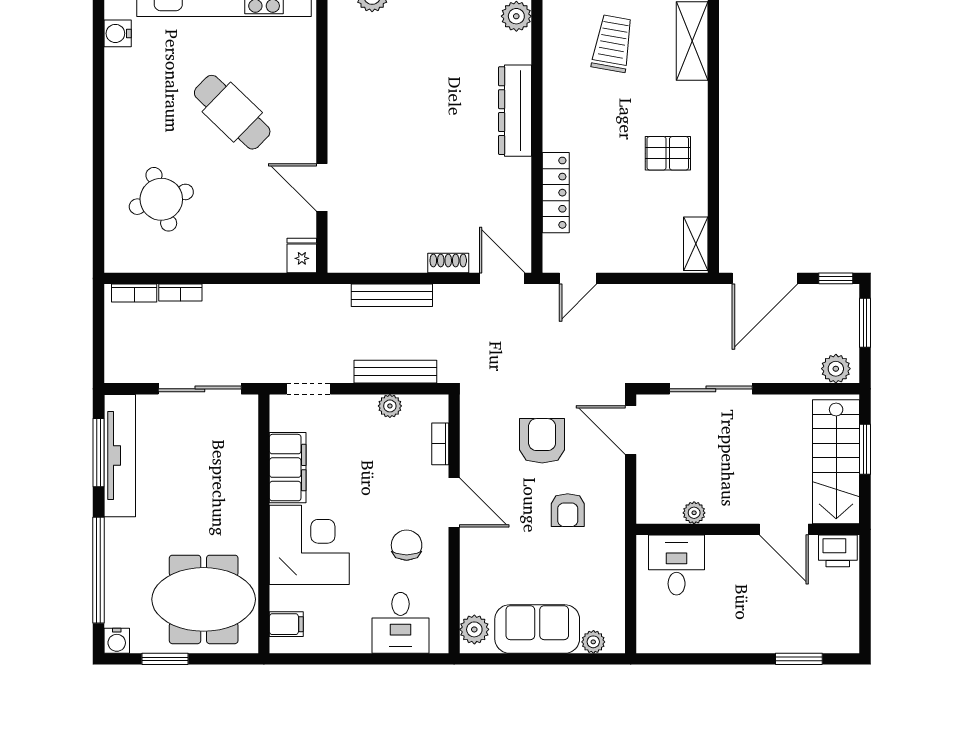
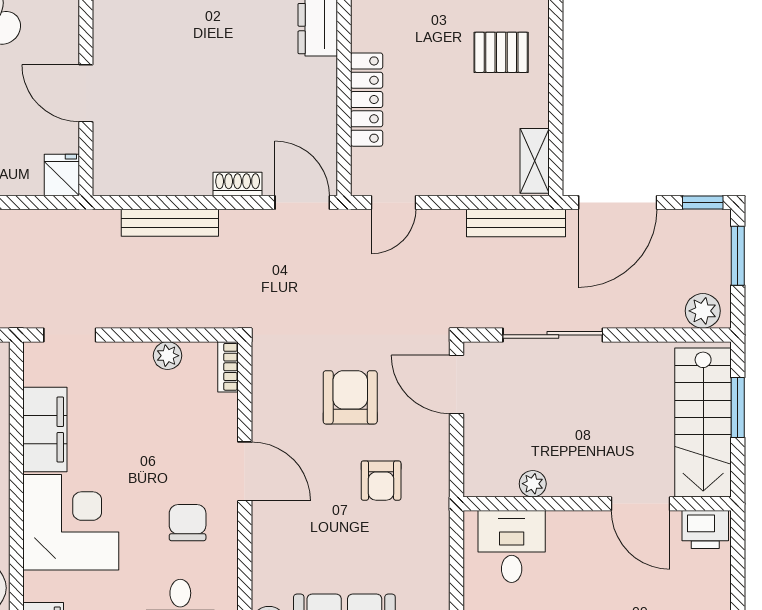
bench: (395, 372) -> (516, 223), moved
bookcase: (440, 444) -> (228, 367), moved

